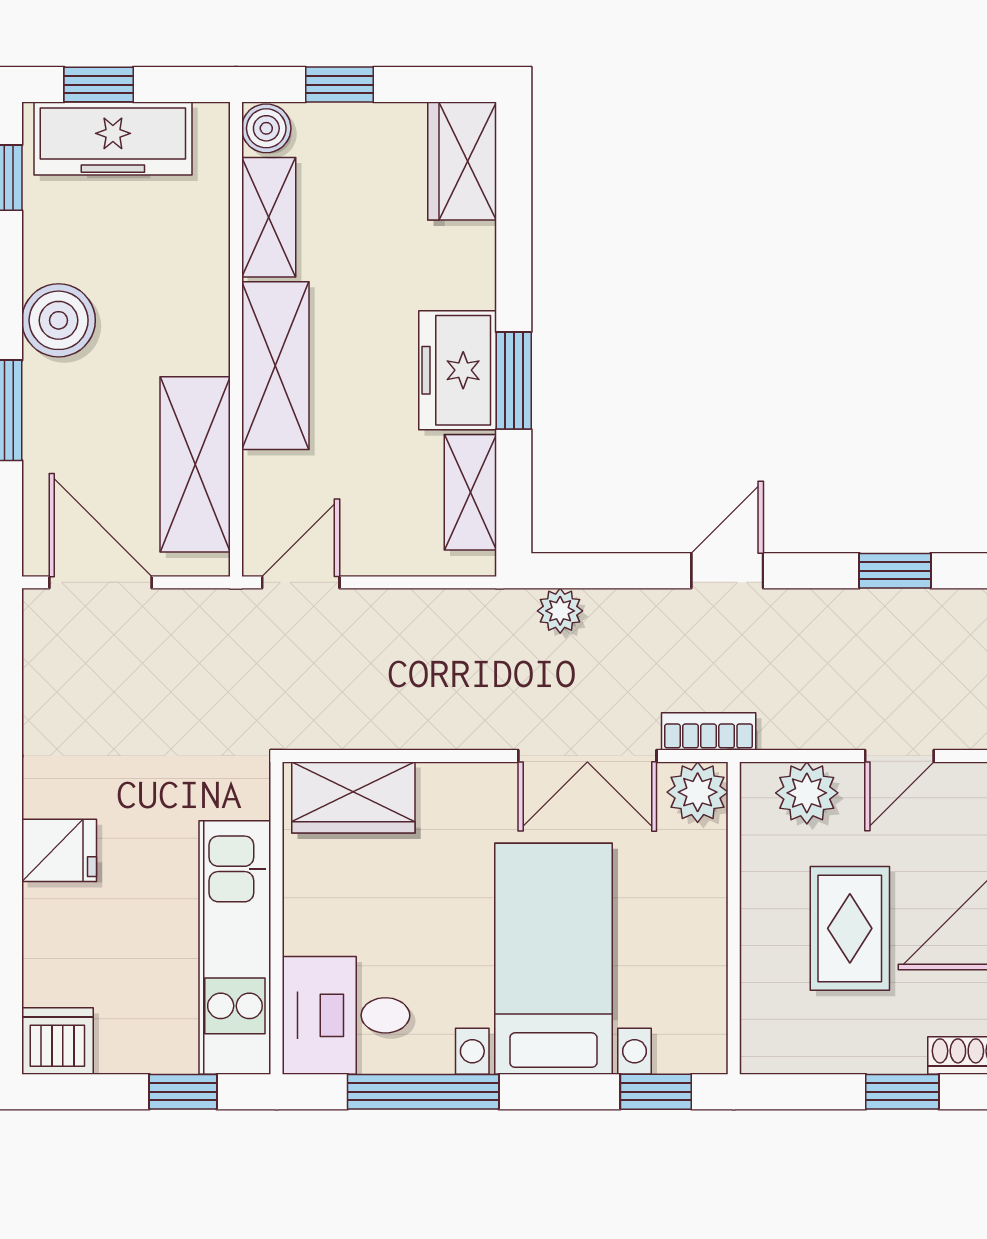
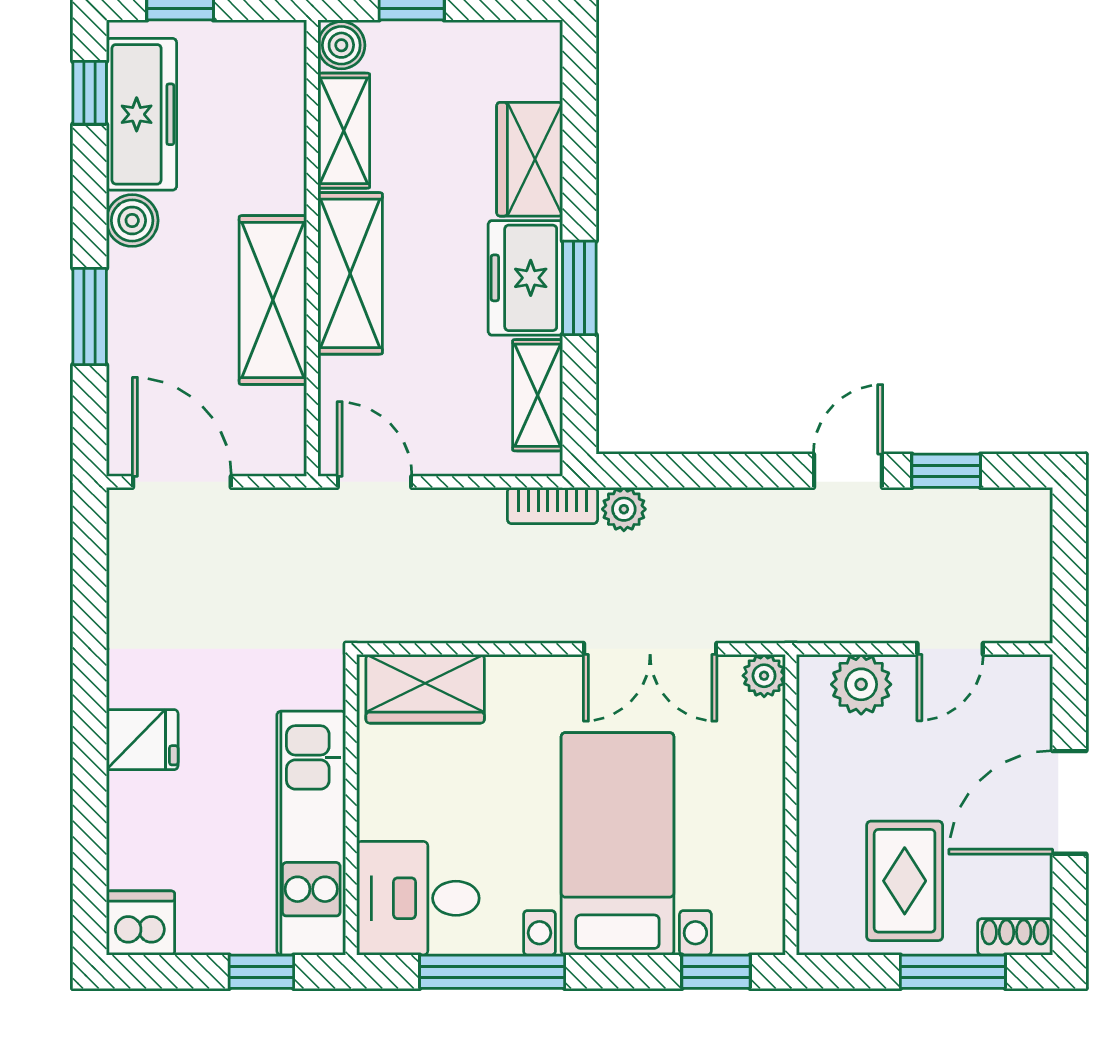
freezer: (113, 139) -> (141, 114), moved, turned -90
wardrobe: (462, 161) -> (530, 159), moved
boiler: (59, 320) -> (132, 220), width x0.73, depth x0.73
shelving: (195, 464) -> (273, 300), moved
door: (727, 571) -> (848, 471), moved
door: (301, 582) -> (375, 482), hinge flipped
bookcase: (709, 731) -> (552, 506), moved, turned 180
plant: (698, 792) -> (764, 676), width x0.73, depth x0.73
rug: (850, 928) -> (905, 881), moved
window: (902, 1092) -> (953, 972), width x1.50

